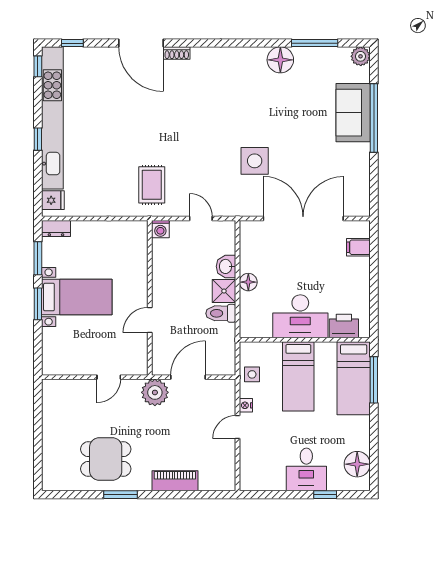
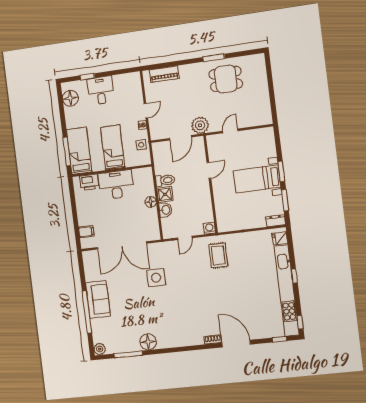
sofa: (353, 113) -> (98, 299), moved
door: (201, 218) -> (185, 238), hinge flipped
piano: (175, 481) -> (164, 74), moved

